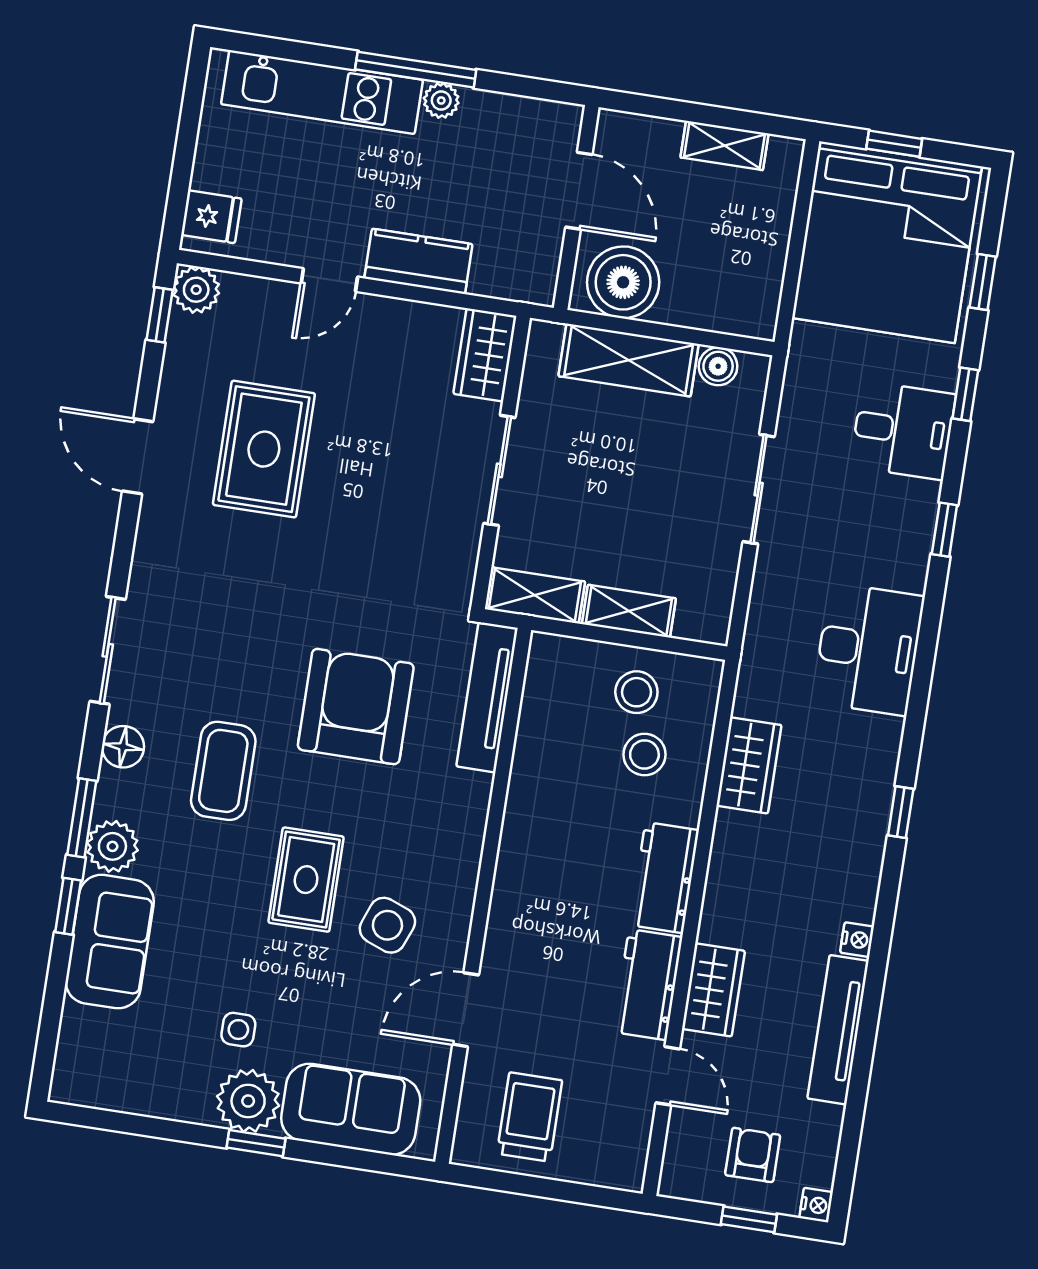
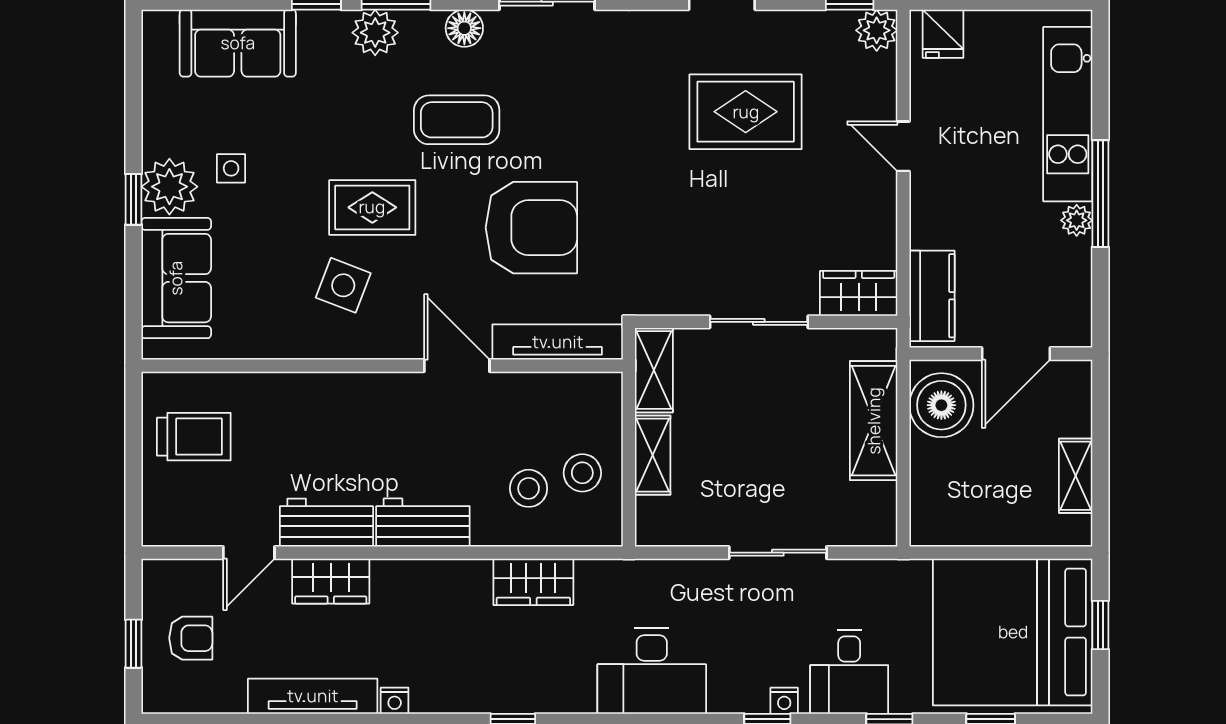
kitchen counter: (418, 261) -> (932, 296), moved
boiler: (718, 366) -> (880, 500), removed
sofa: (110, 942) -> (238, 43), moved
door: (466, 1010) -> (457, 366), moved
nightstand: (816, 1205) -> (784, 701), moved

